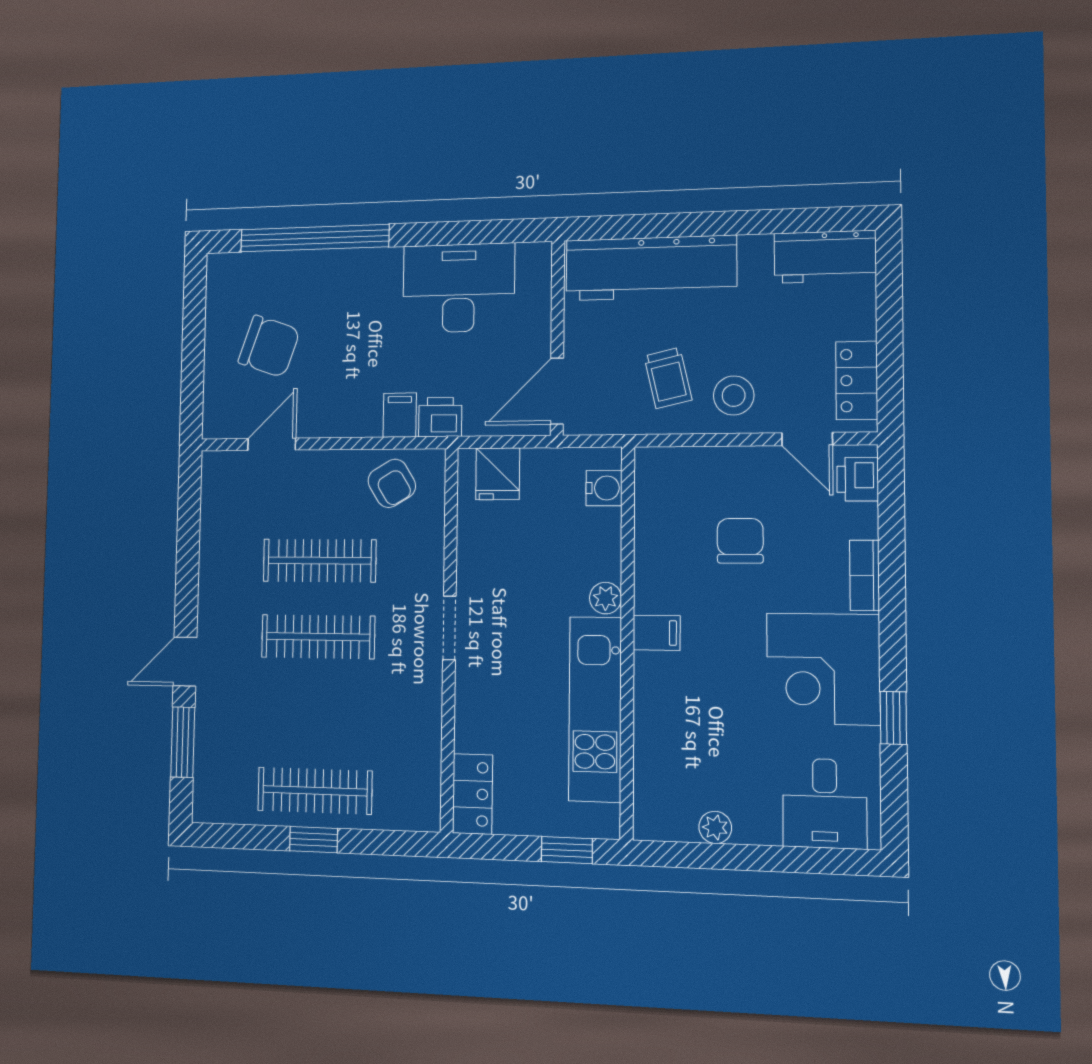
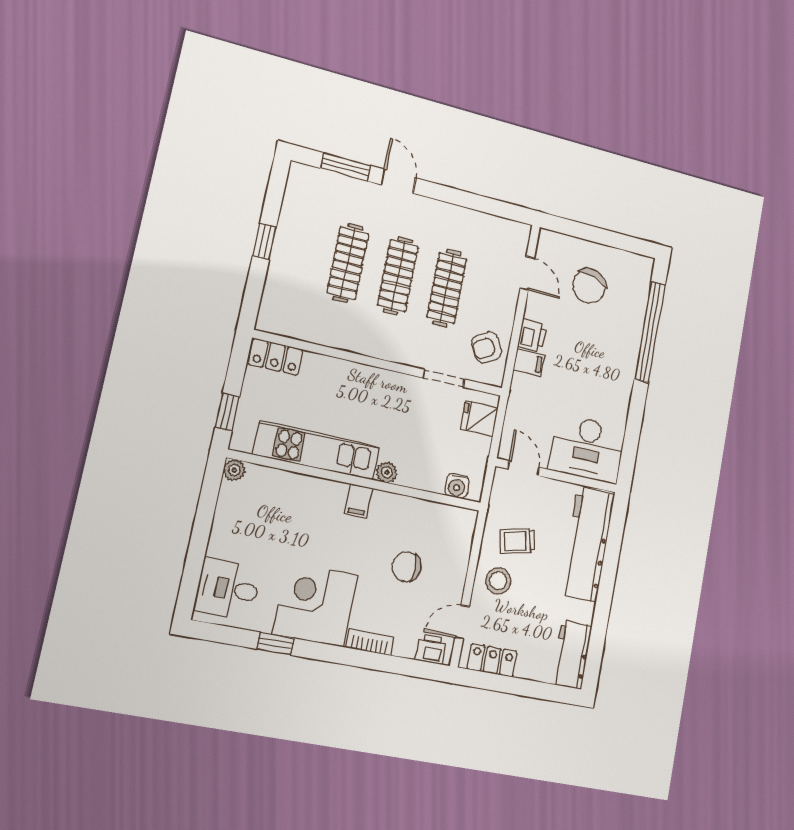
desk: (459, 288) -> (587, 449), moved, turned 90
door: (557, 391) -> (524, 468), width x0.73
printer: (440, 417) -> (532, 335), moved
chair: (740, 541) -> (407, 567), turned 180
doorway: (449, 628) -> (444, 378), moved
clothes rail: (315, 791) -> (348, 263), moved
plant: (715, 827) -> (234, 470), moved

